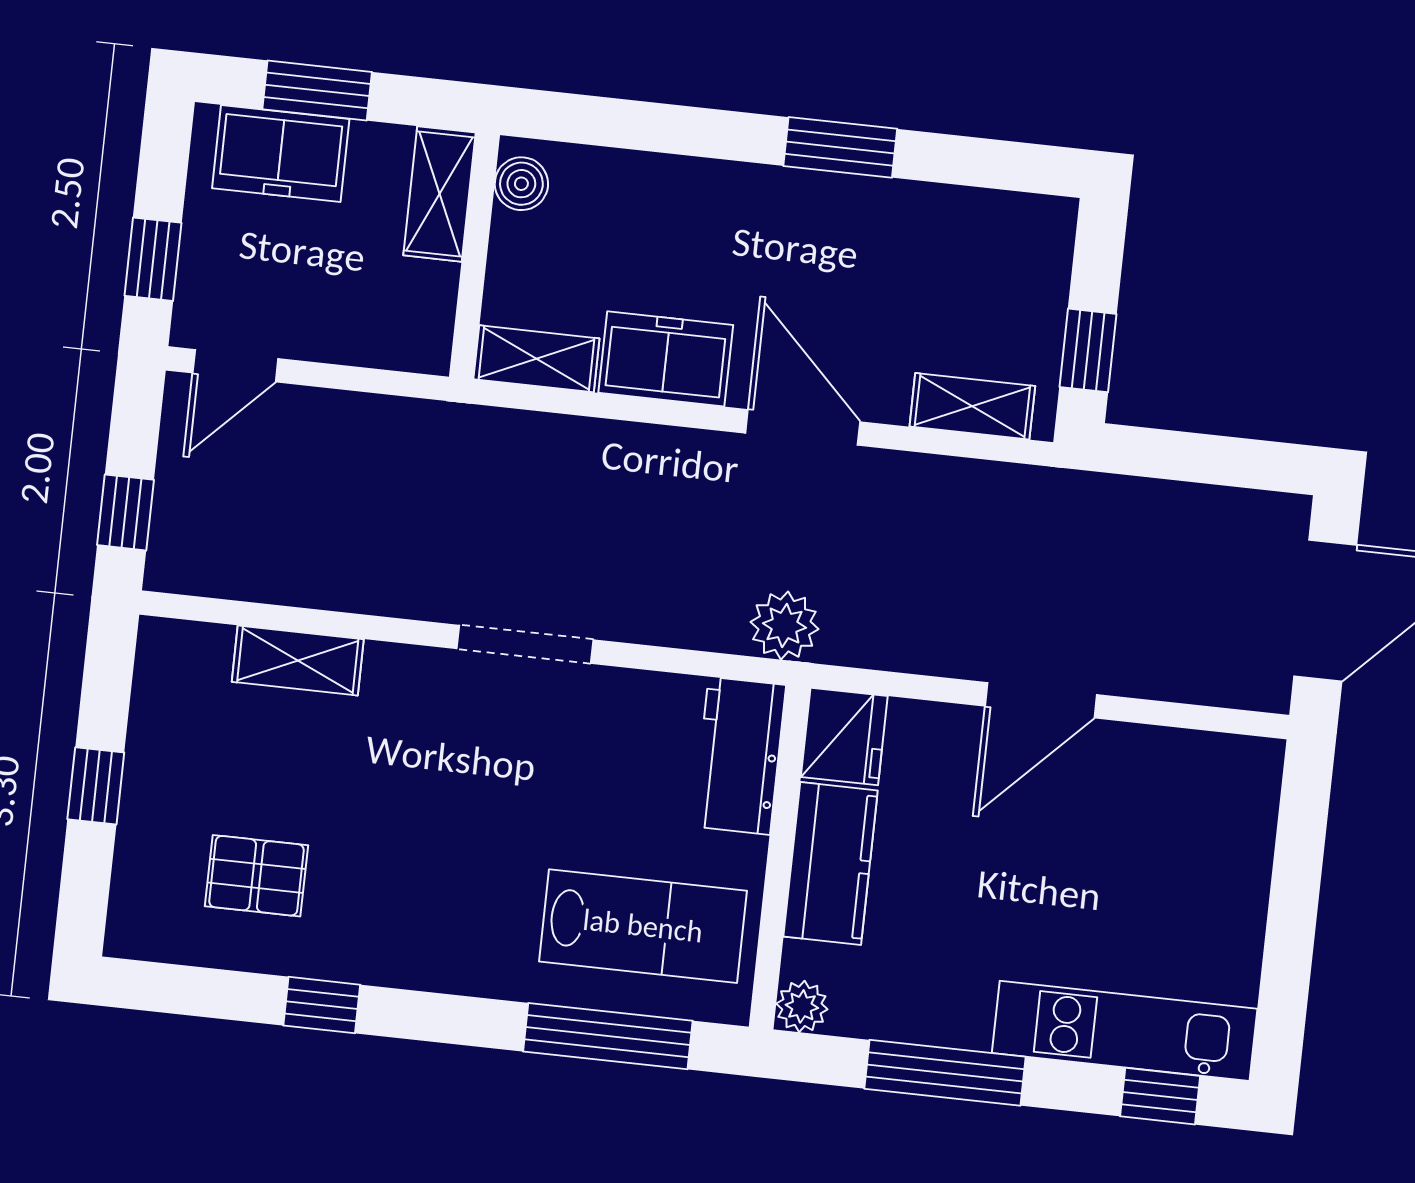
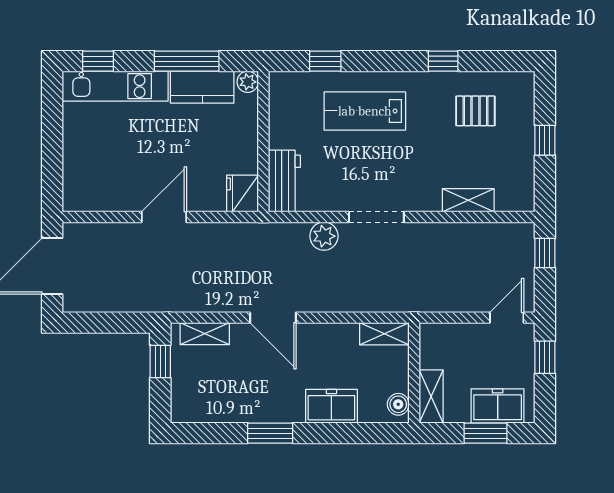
freezer: (666, 359) -> (331, 406), moved, turned 180
plant: (784, 625) -> (324, 236), moved
kitchen counter: (831, 864) -> (202, 87), moved, turned -90
lab bench: (643, 926) -> (365, 111), moved
window: (608, 1036) -> (325, 61), width x0.46

